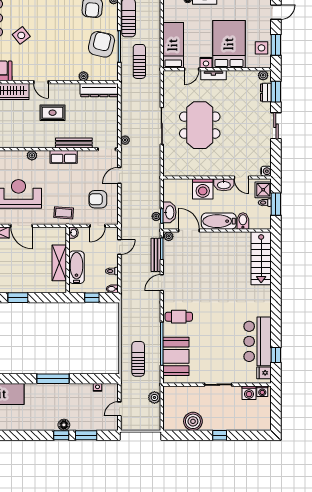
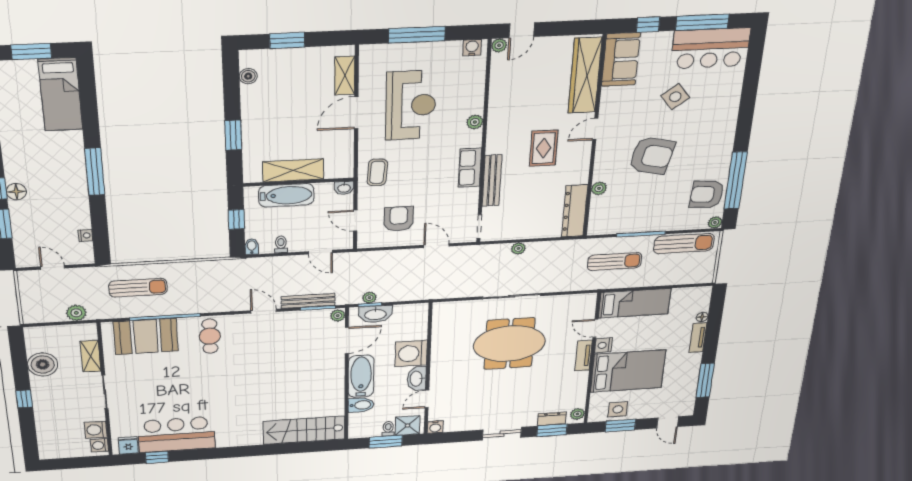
armchair: (101, 44) -> (652, 156), moved
plant: (125, 140) -> (518, 248), moved
window: (18, 298) -> (233, 135), moved
shelving: (189, 391) -> (91, 356), added

